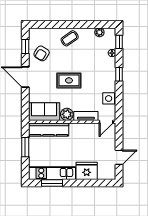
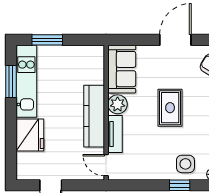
side table: (109, 98) -> (185, 164), moved
kitchen counter: (49, 129) -> (94, 116), moved
window: (25, 147) -> (47, 40), moved

